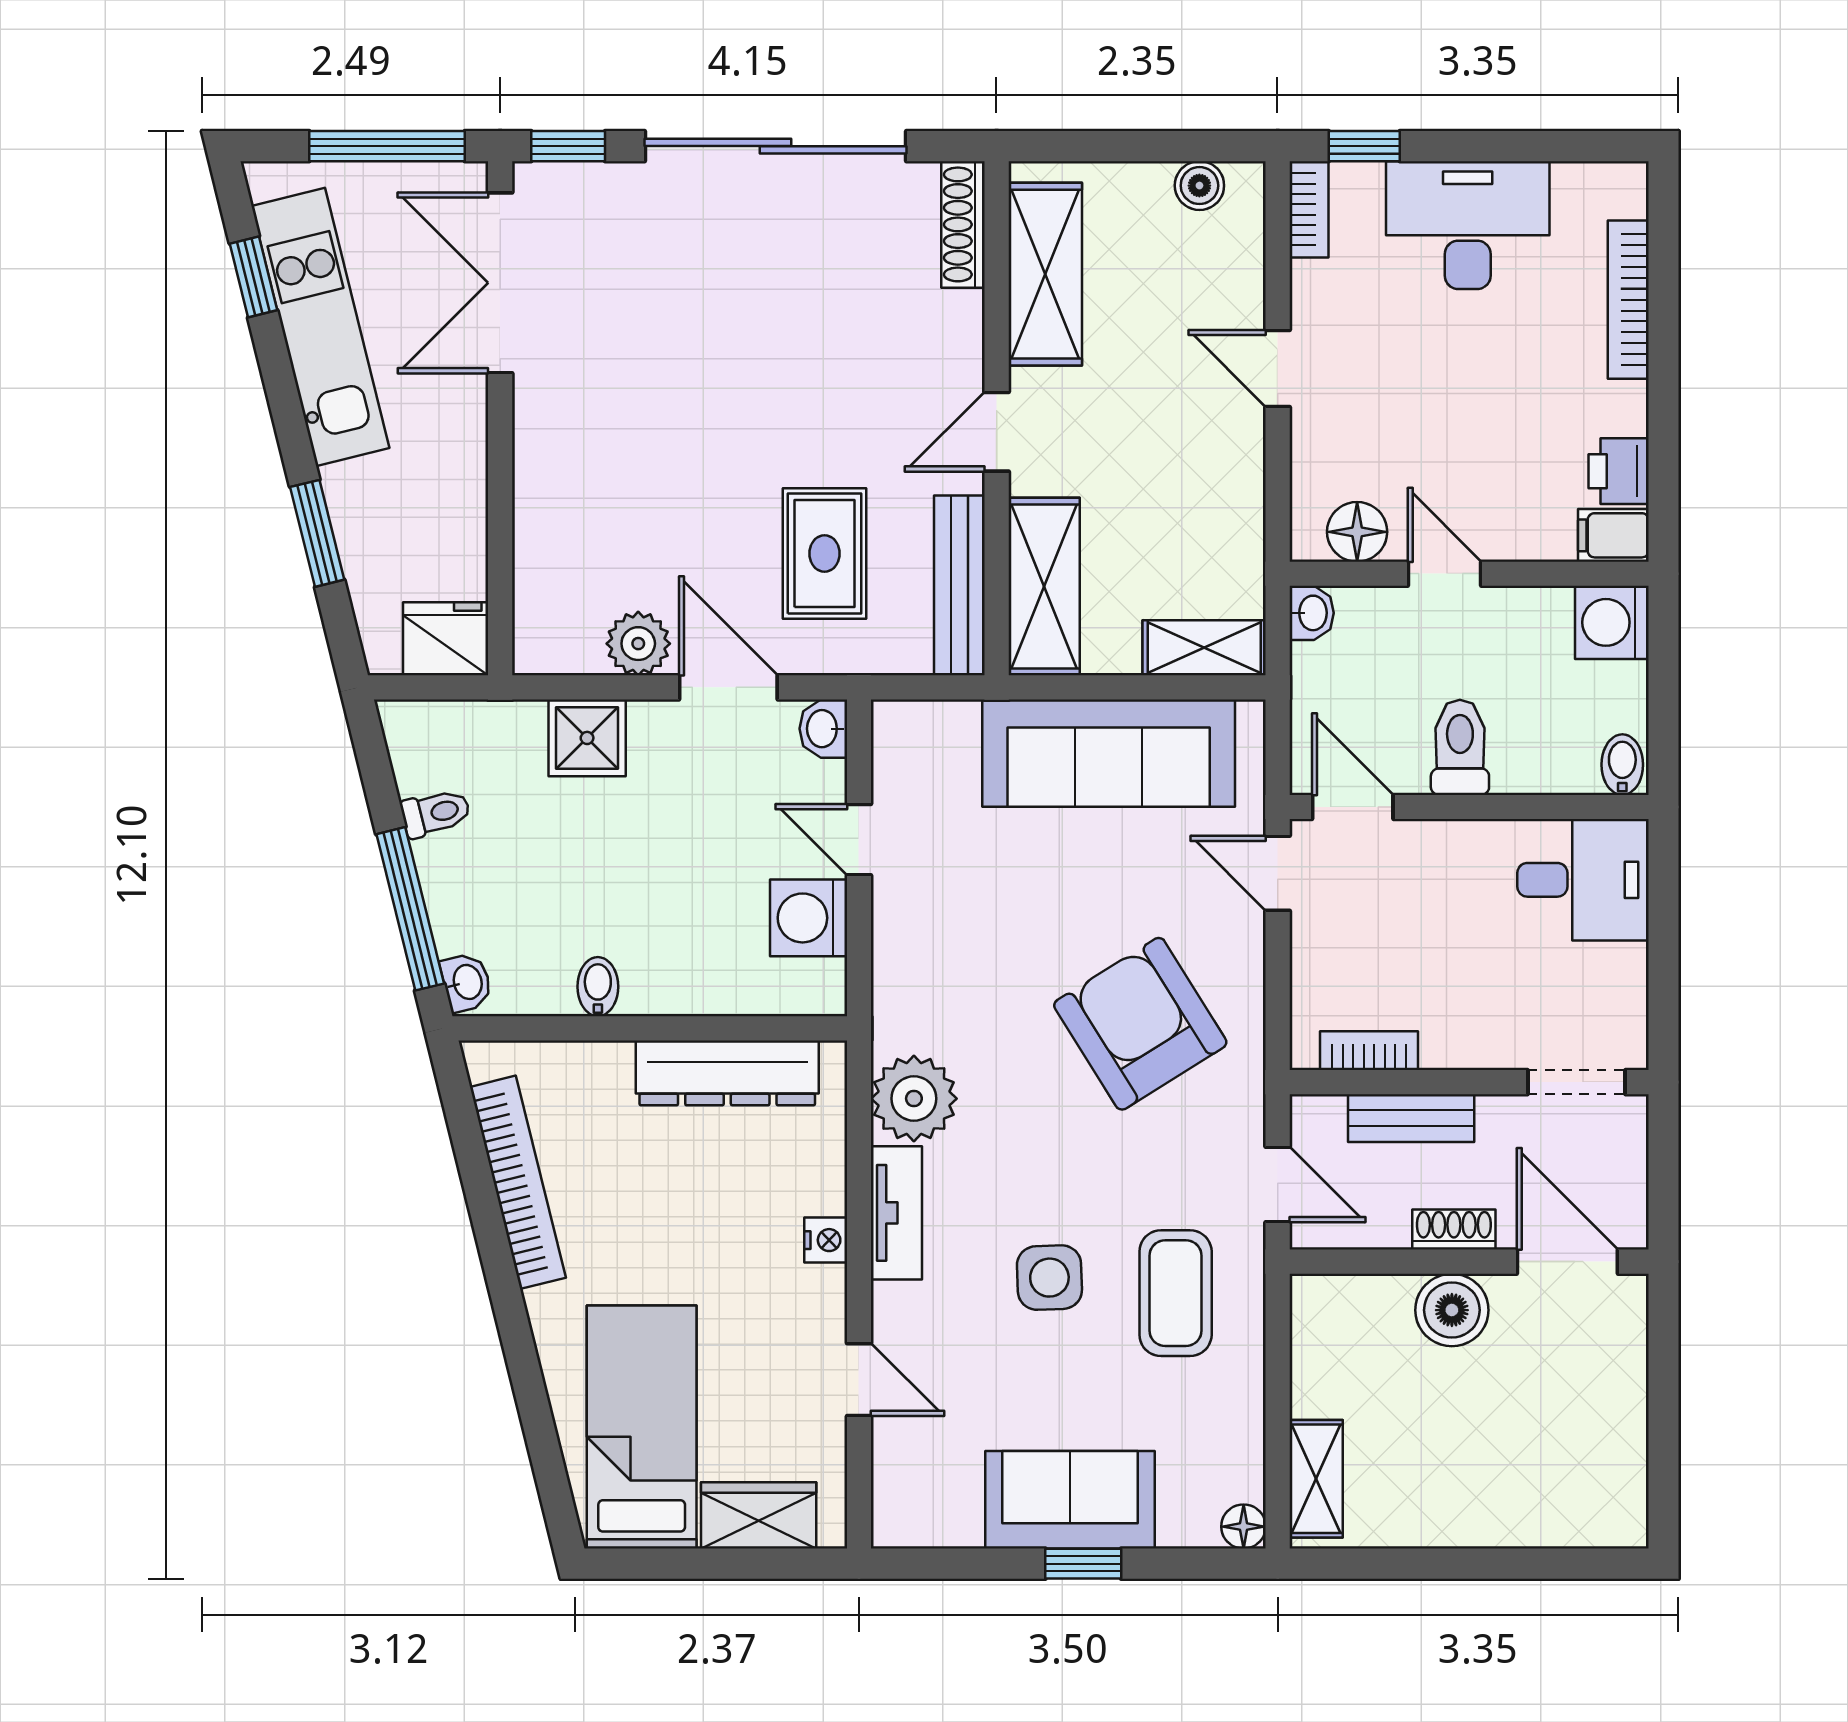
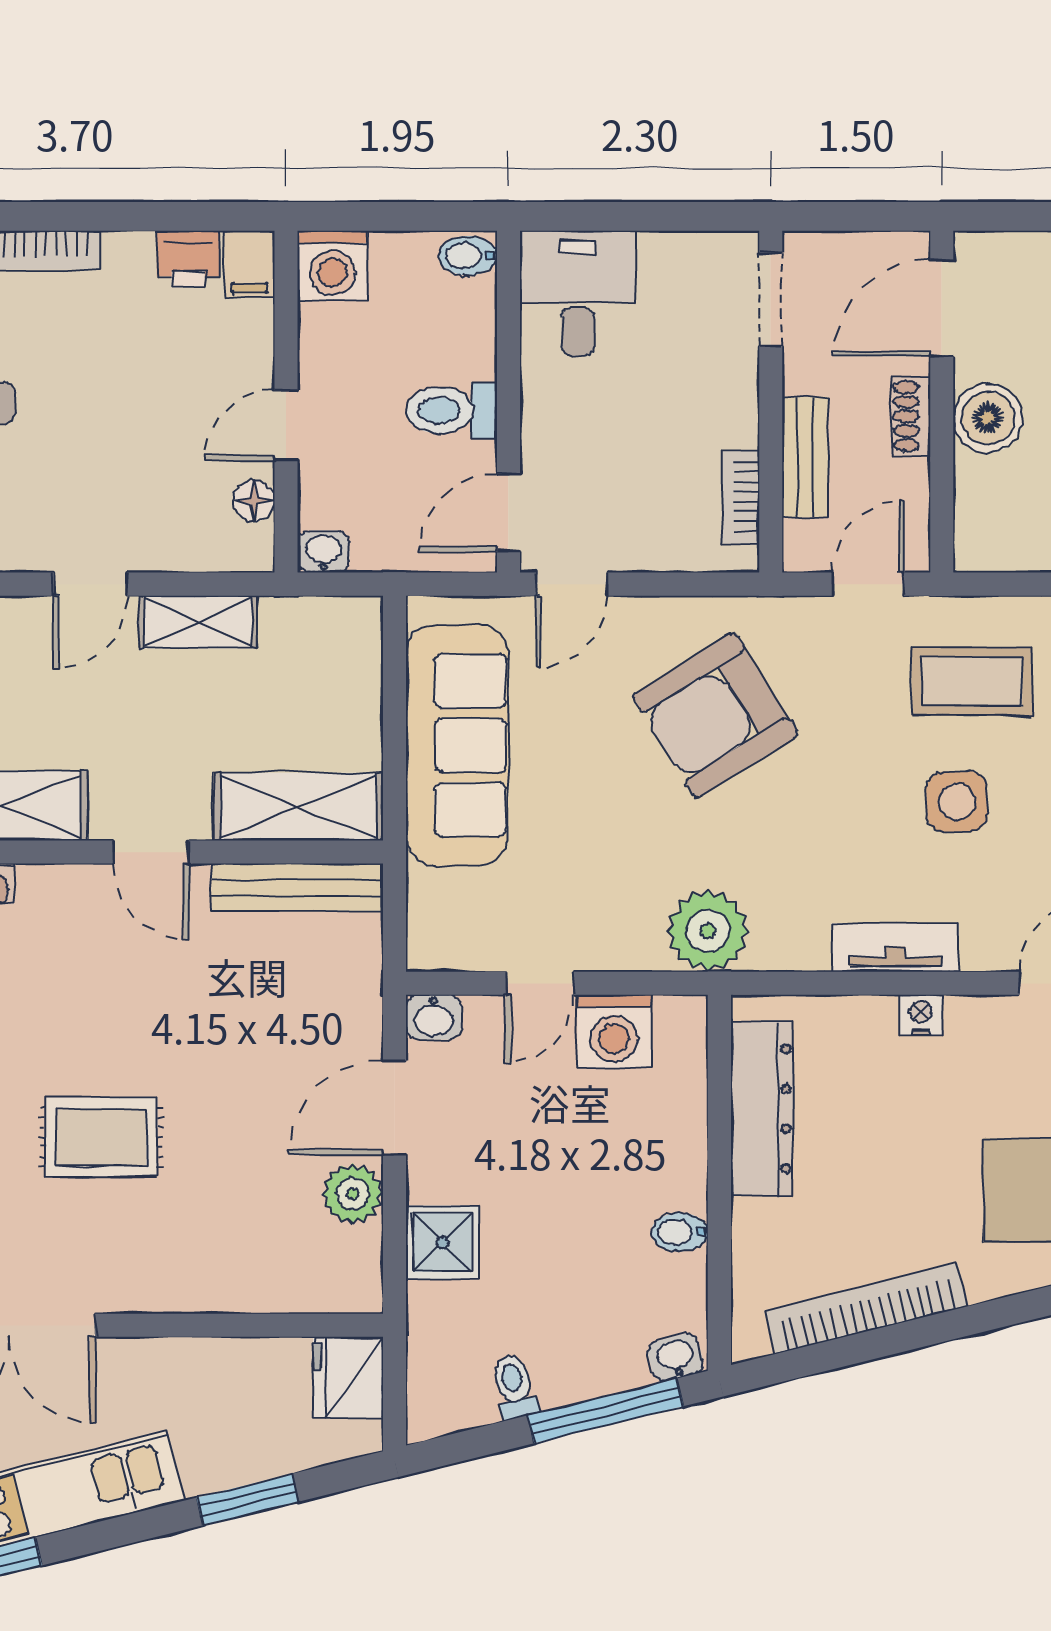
floor lamp: (1357, 532) -> (254, 501), width x0.73, depth x0.73
rug: (825, 554) -> (101, 1137), moved
shelving: (1204, 648) -> (198, 622), moved, turned 90
plant: (914, 1099) -> (708, 931), moved

